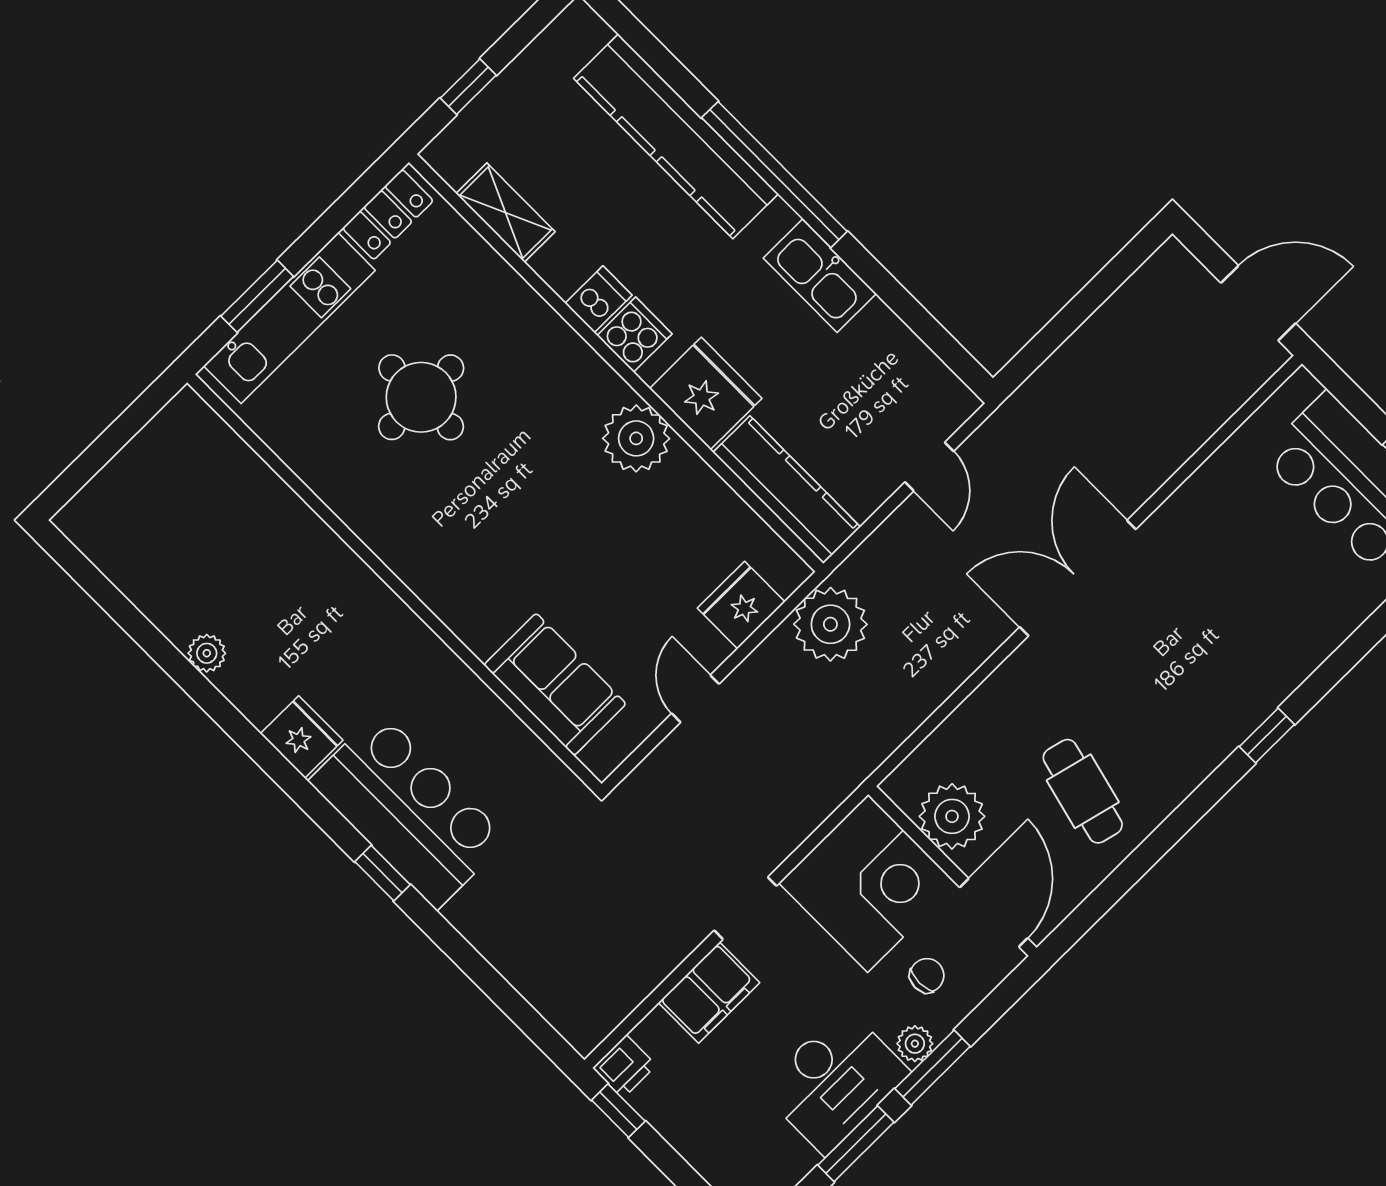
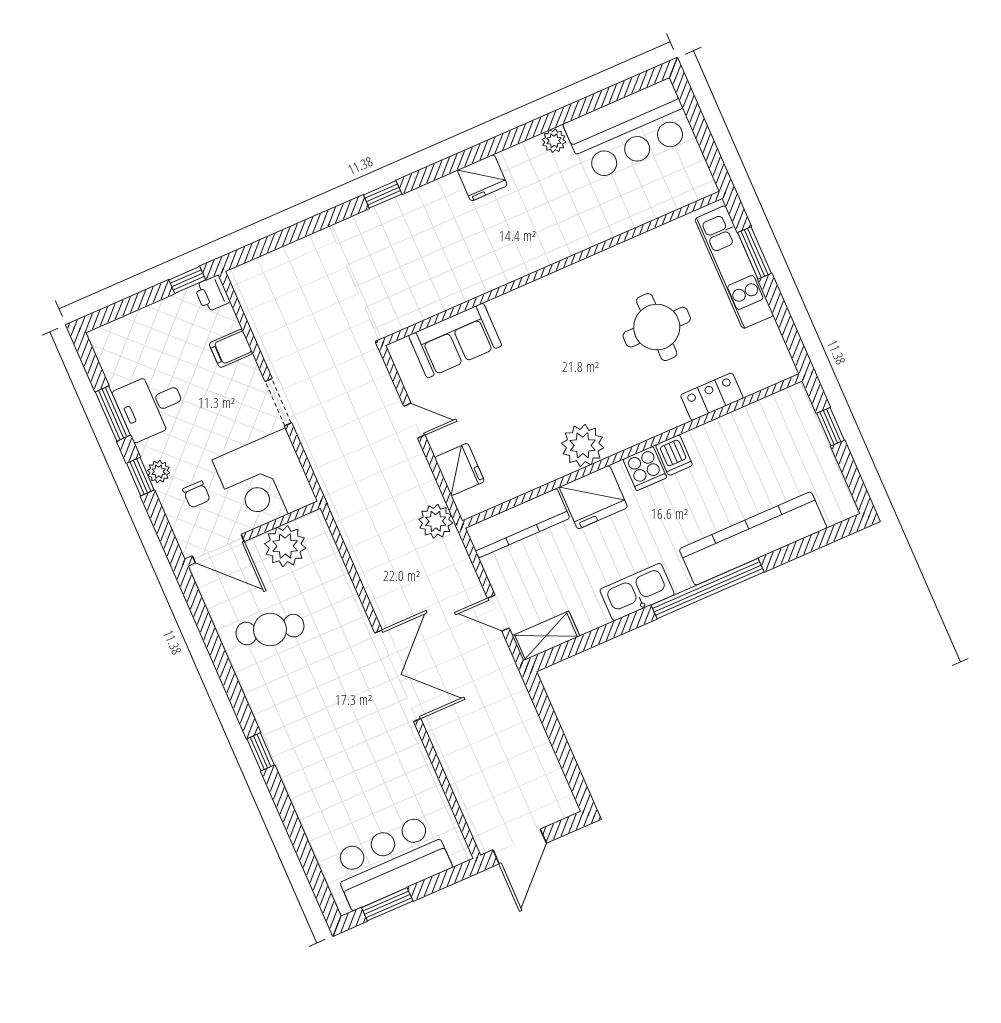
shelving: (505, 213) -> (546, 636), moved
locker: (388, 214) -> (712, 397), moved, turned 90
plant: (830, 624) -> (436, 521), width x0.73, depth x0.73
bar counter: (408, 810) -> (629, 130), moved
filing cabinet: (709, 993) -> (231, 348), width x0.50
window: (933, 1068) -> (140, 477), width x0.67
desk: (835, 1081) -> (151, 406), width x0.73

